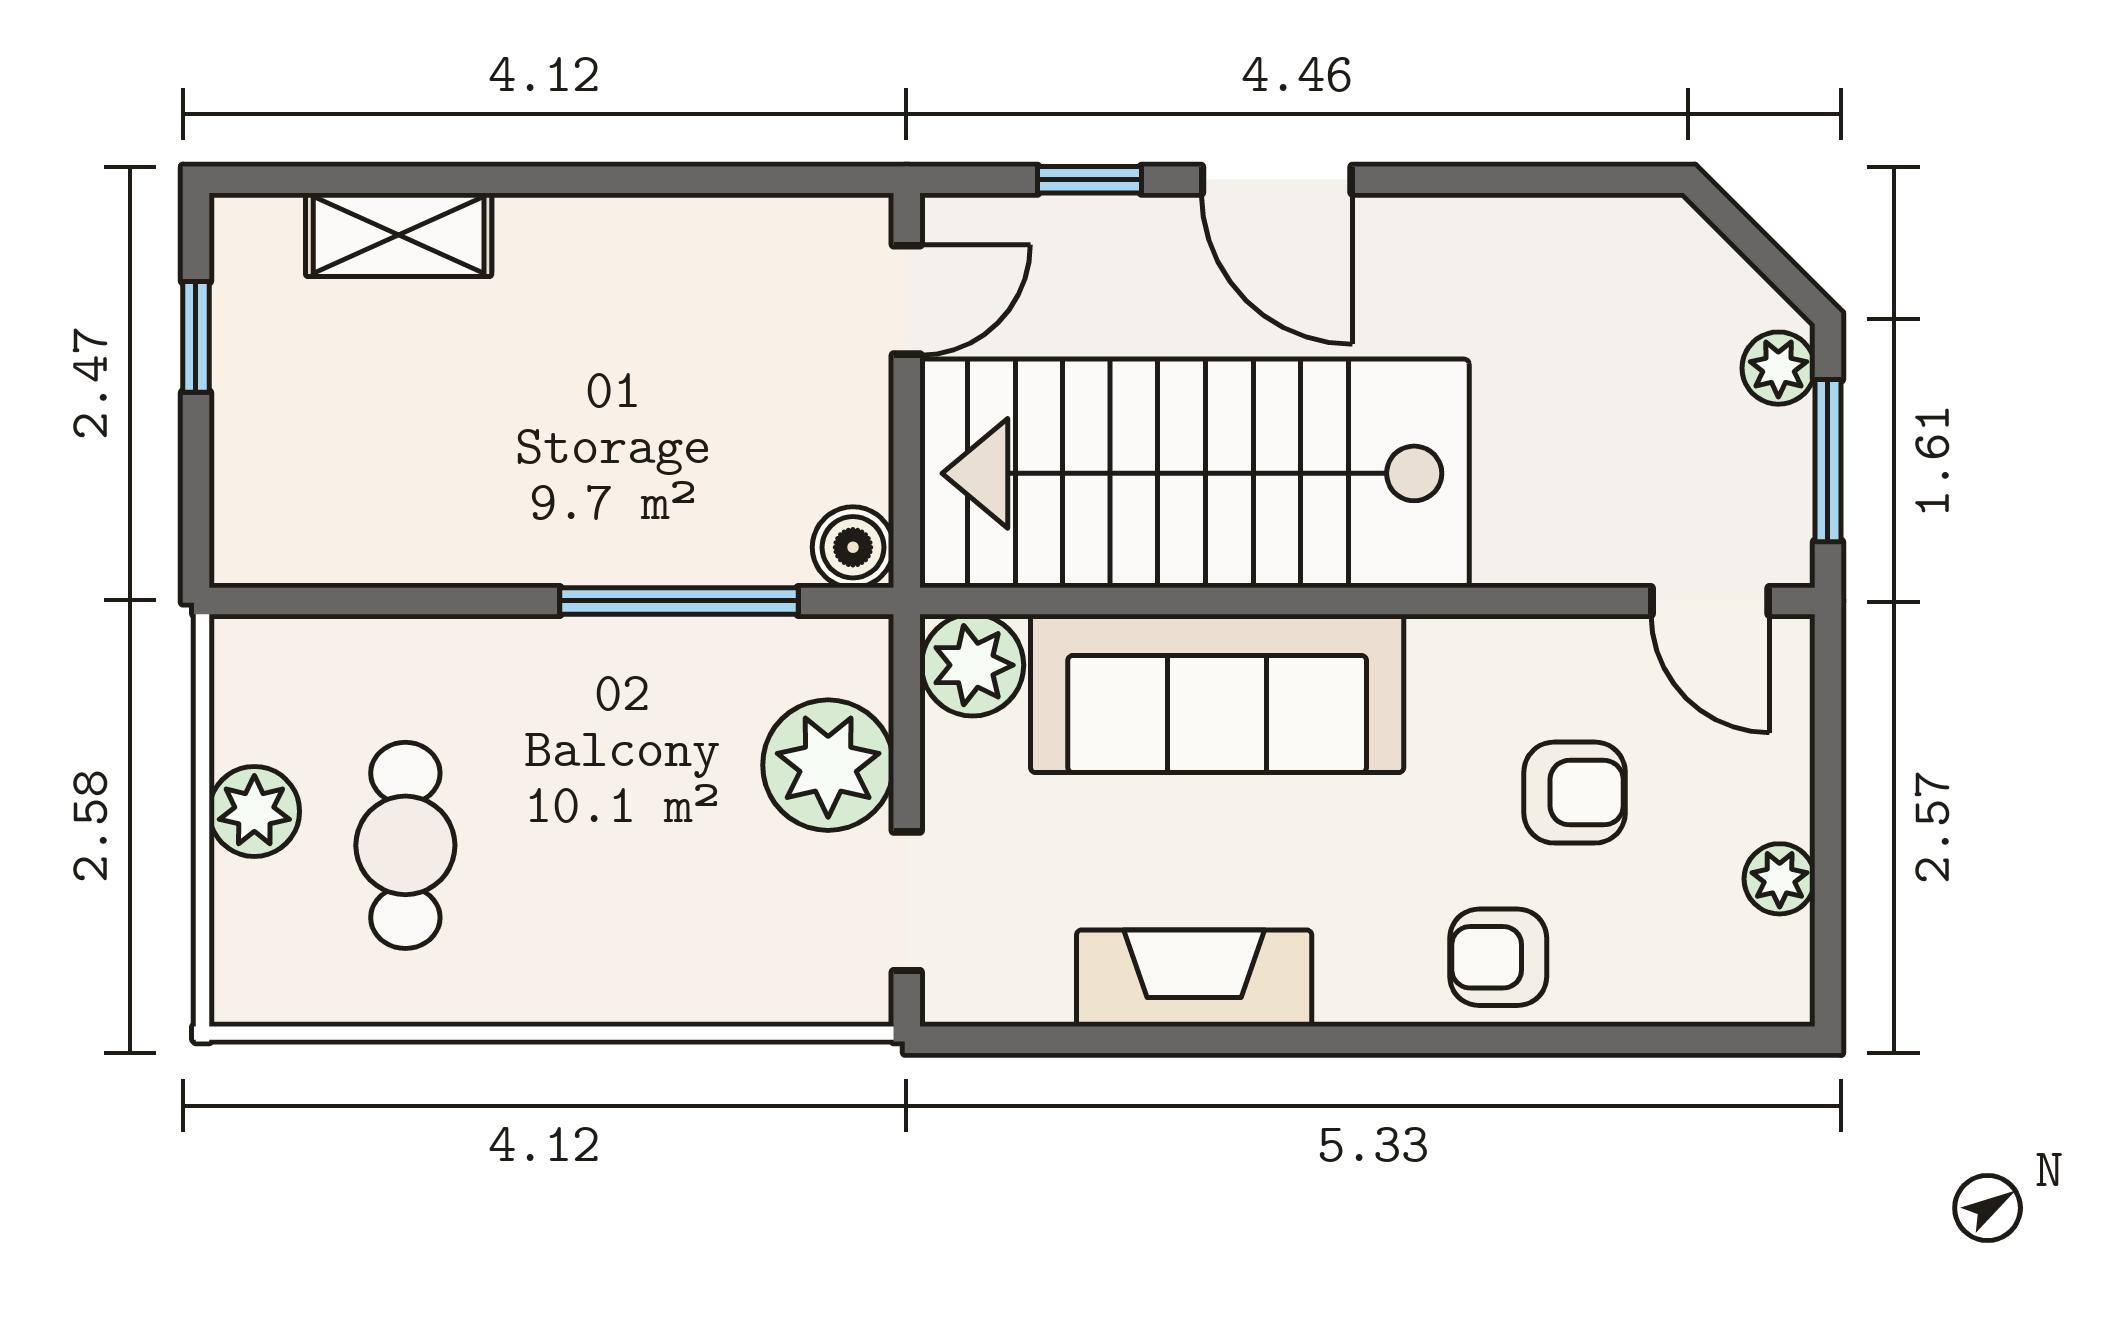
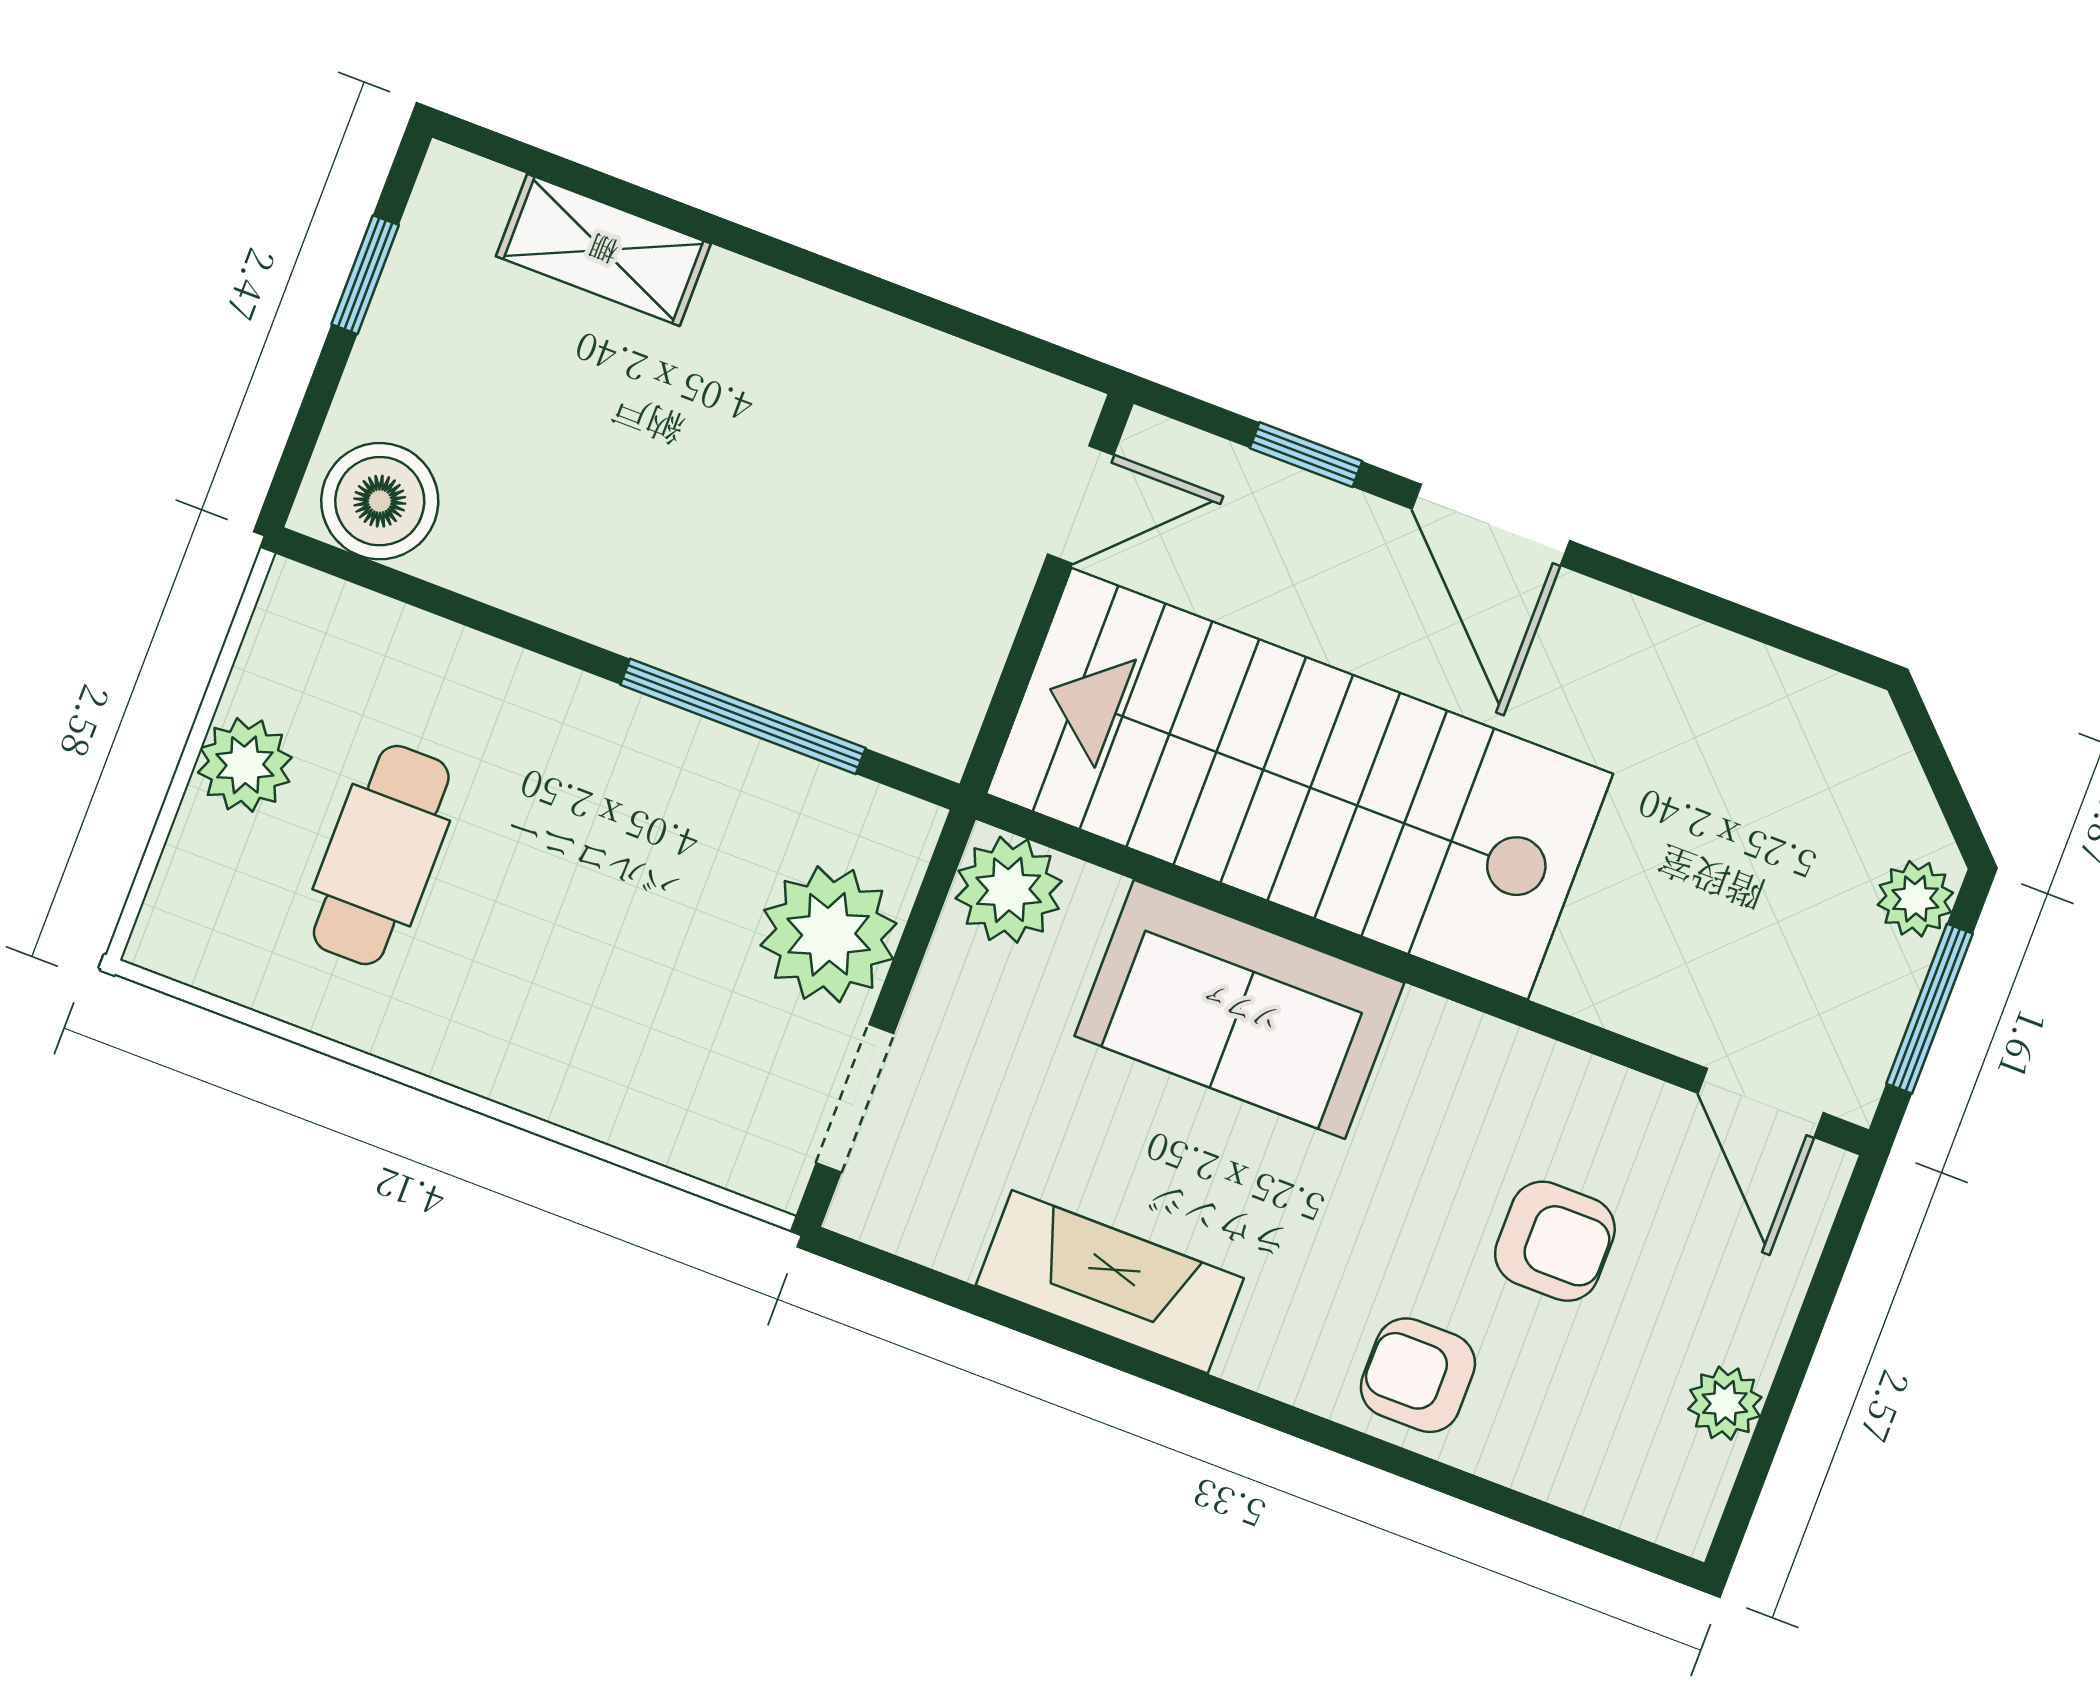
boiler: (853, 547) -> (380, 501), moved, width x1.36, depth x1.36
sofa: (1217, 693) -> (1239, 1009), width x0.73

